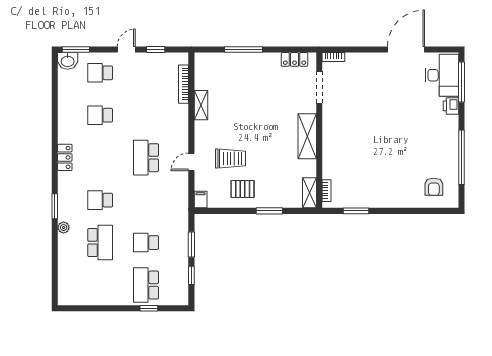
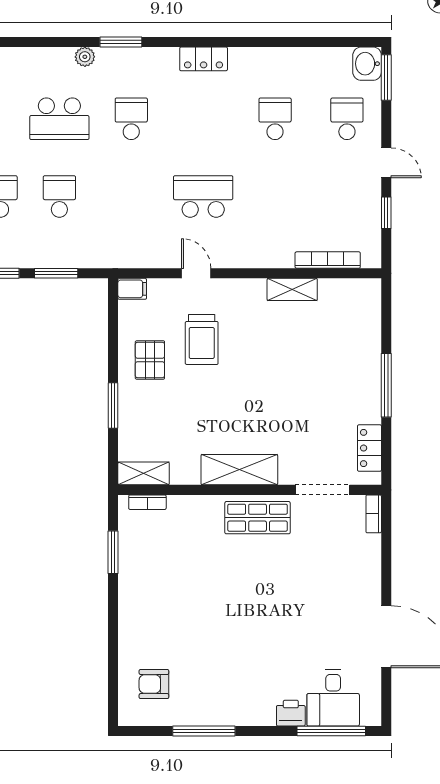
window: (243, 50) -> (386, 385), moved
desk: (442, 75) -> (333, 698), width x0.73
shop shelf: (336, 126) -> (258, 518), added
window: (462, 157) -> (204, 731), width x0.68

